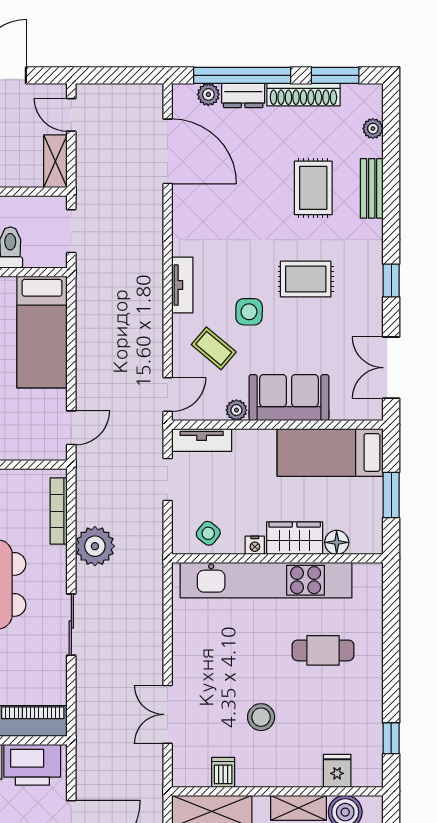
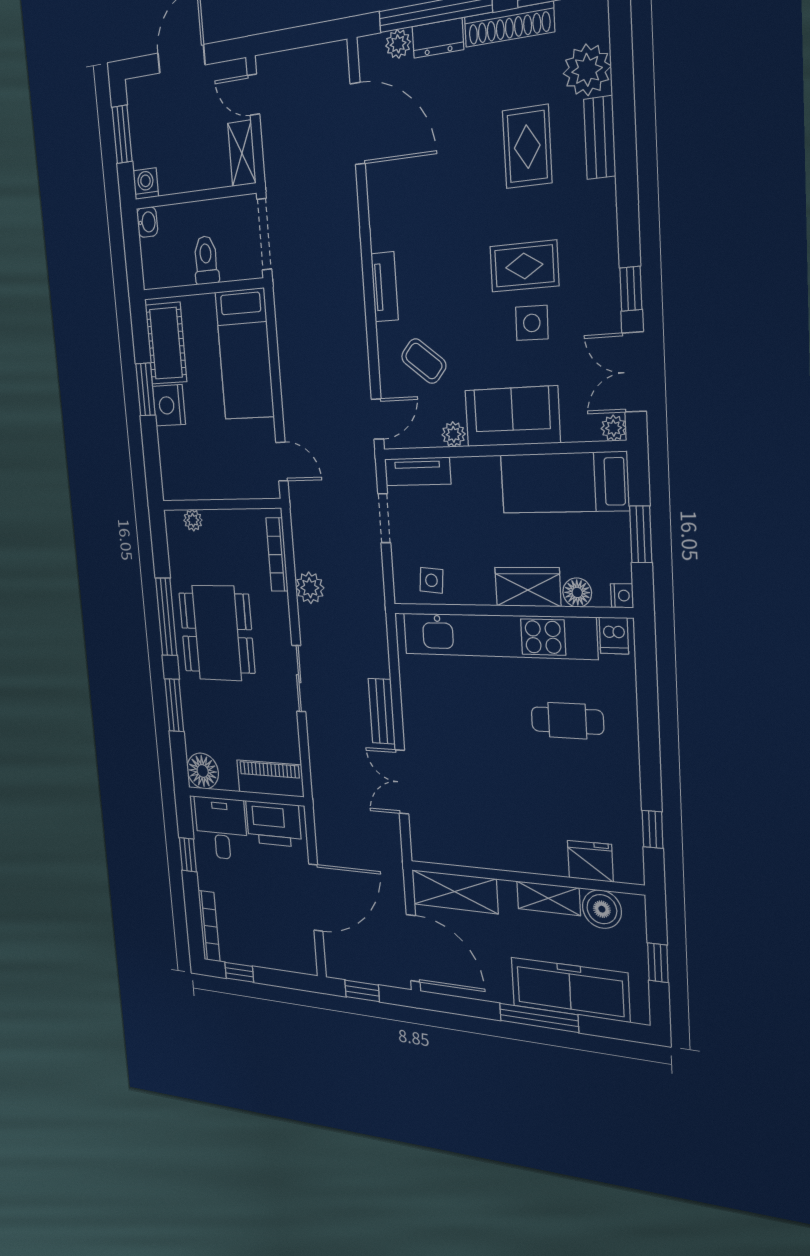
plant: (373, 129) -> (587, 70), width x1.88, depth x1.88
doorway: (71, 231) -> (264, 234), width x1.38
window: (391, 281) -> (631, 289), moved
side table: (249, 312) -> (532, 323), moved
plant: (373, 410) -> (614, 428), added
door: (71, 428) -> (282, 462), hinge flipped
side table: (208, 533) -> (431, 580), turned -33
nightstand: (255, 545) -> (622, 596), moved, turned -90
plant: (95, 546) -> (310, 588), width x0.73, depth x0.73
bench: (152, 651) -> (382, 711), added
stool: (261, 717) -> (501, 793), removed
fridge: (337, 771) -> (590, 861), width x1.38
dishwasher: (223, 772) -> (614, 636), moved, turned 180

